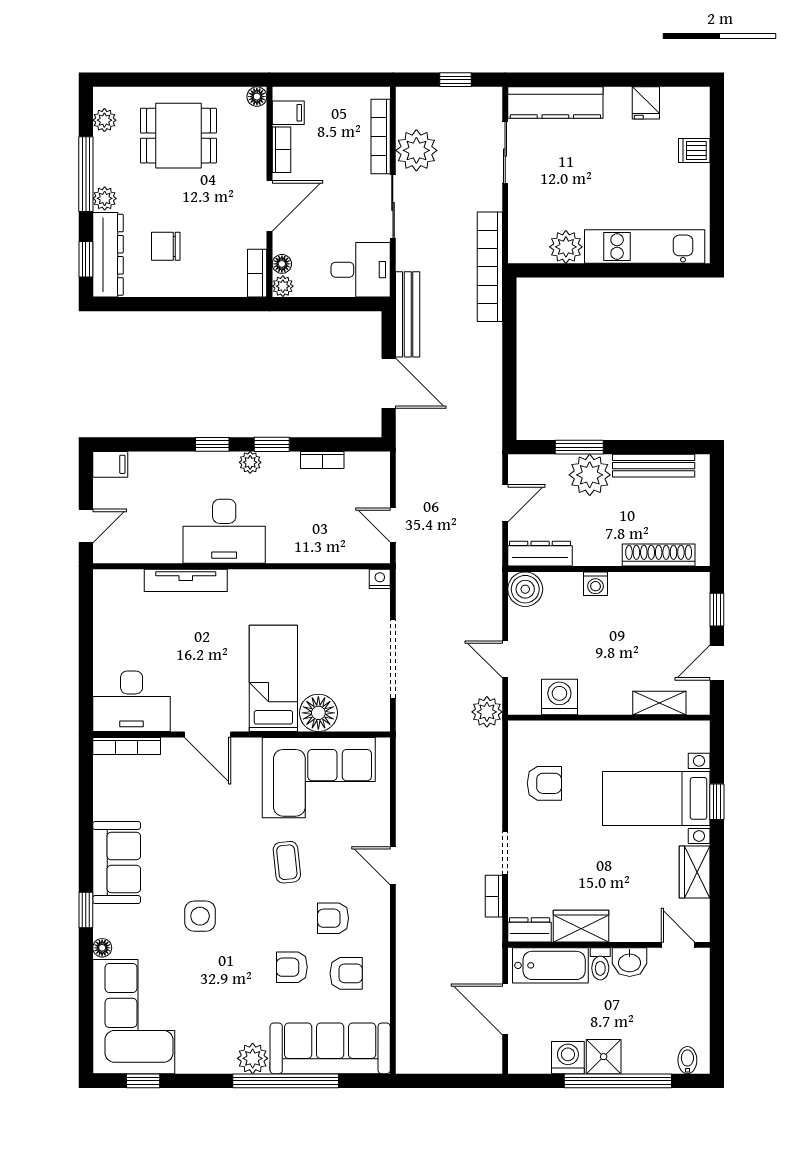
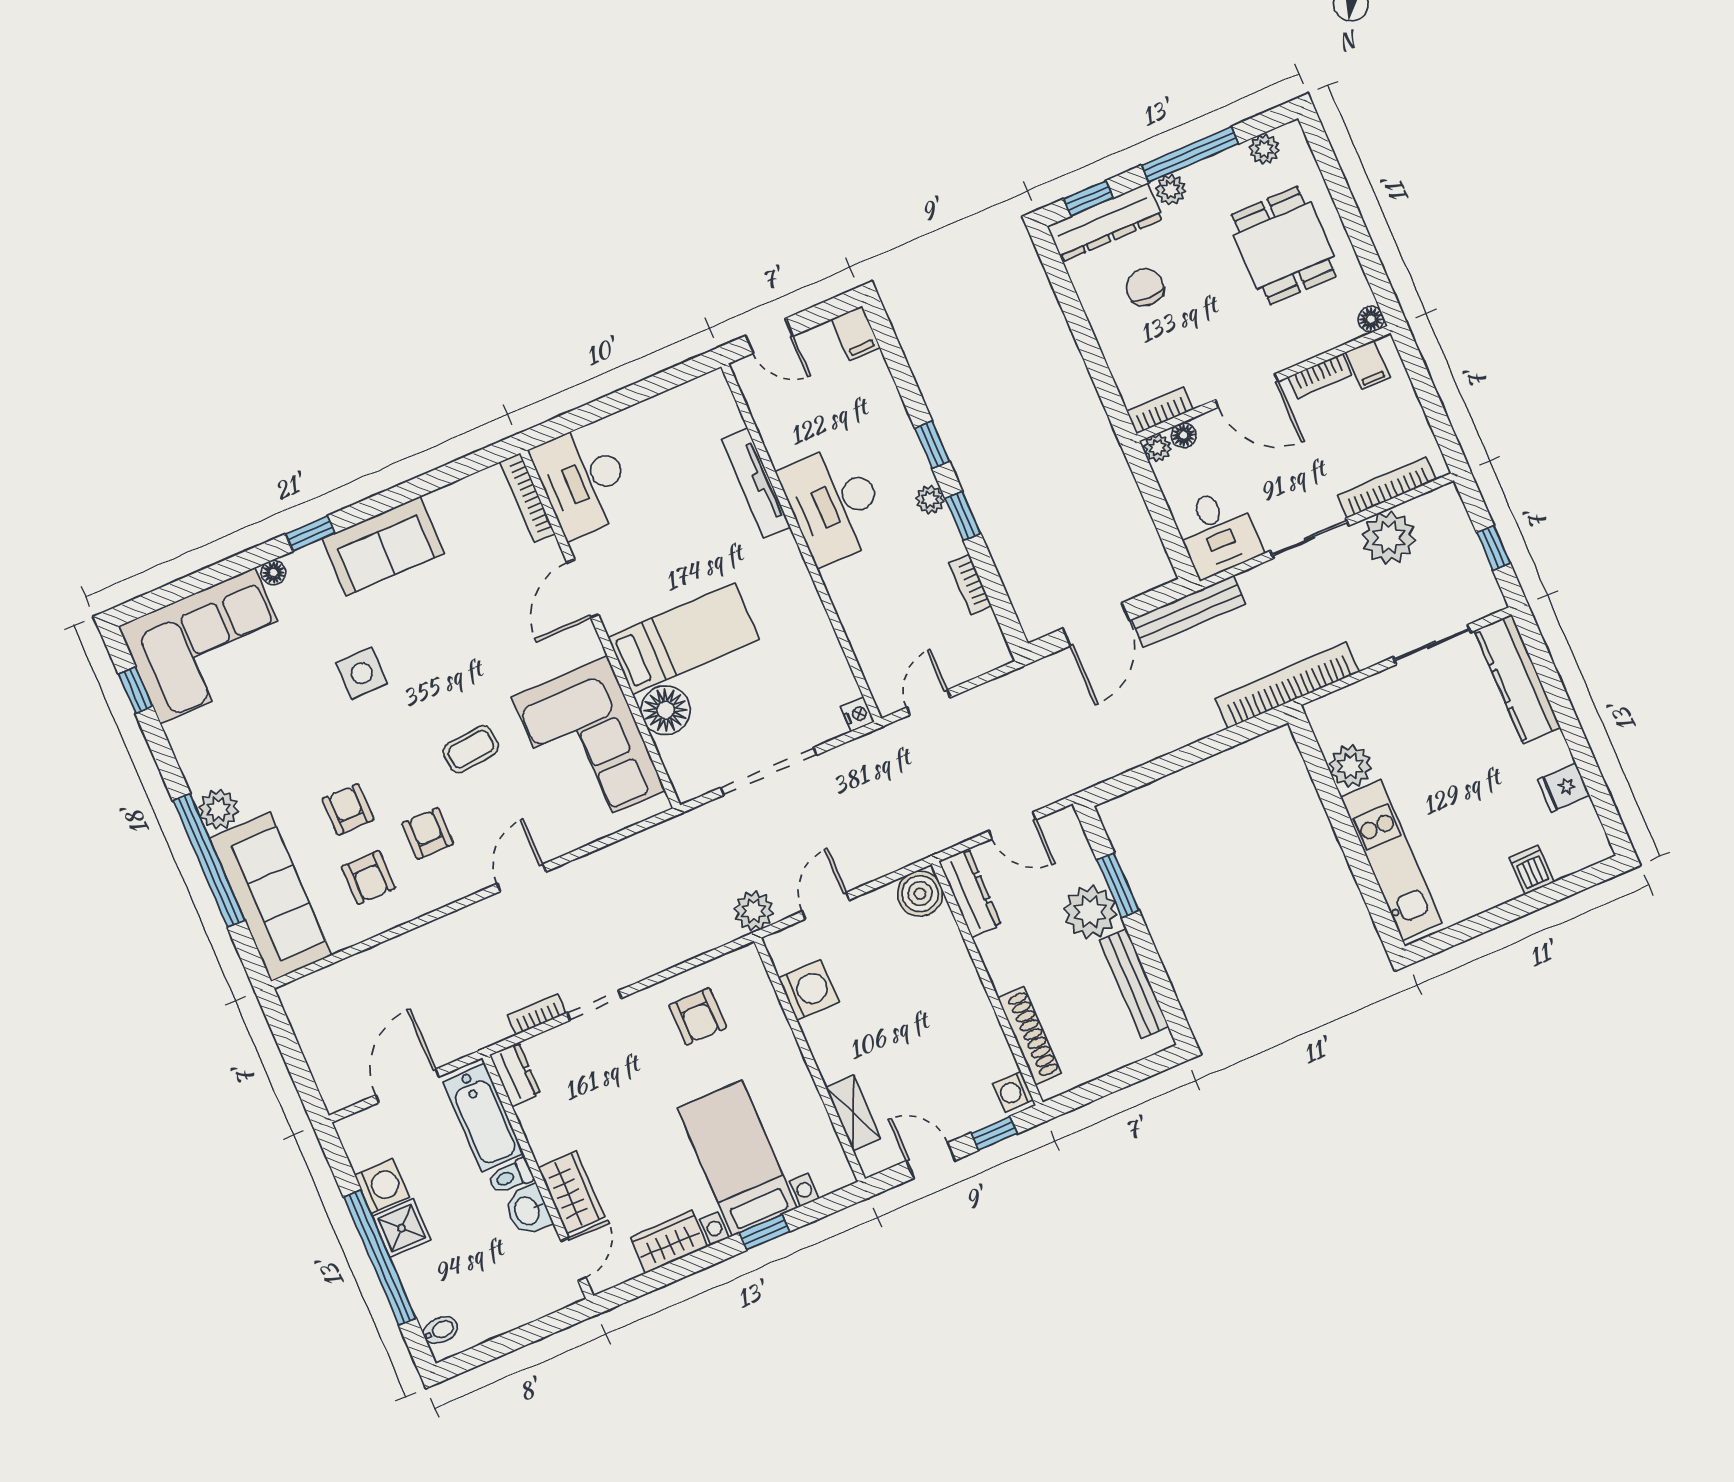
washing machine: (595, 584) -> (1013, 1092), moved
wardrobe: (581, 926) -> (571, 1192), moved

